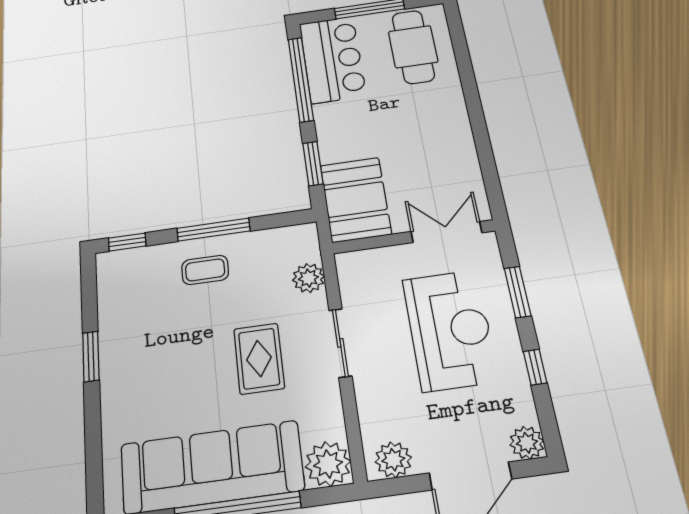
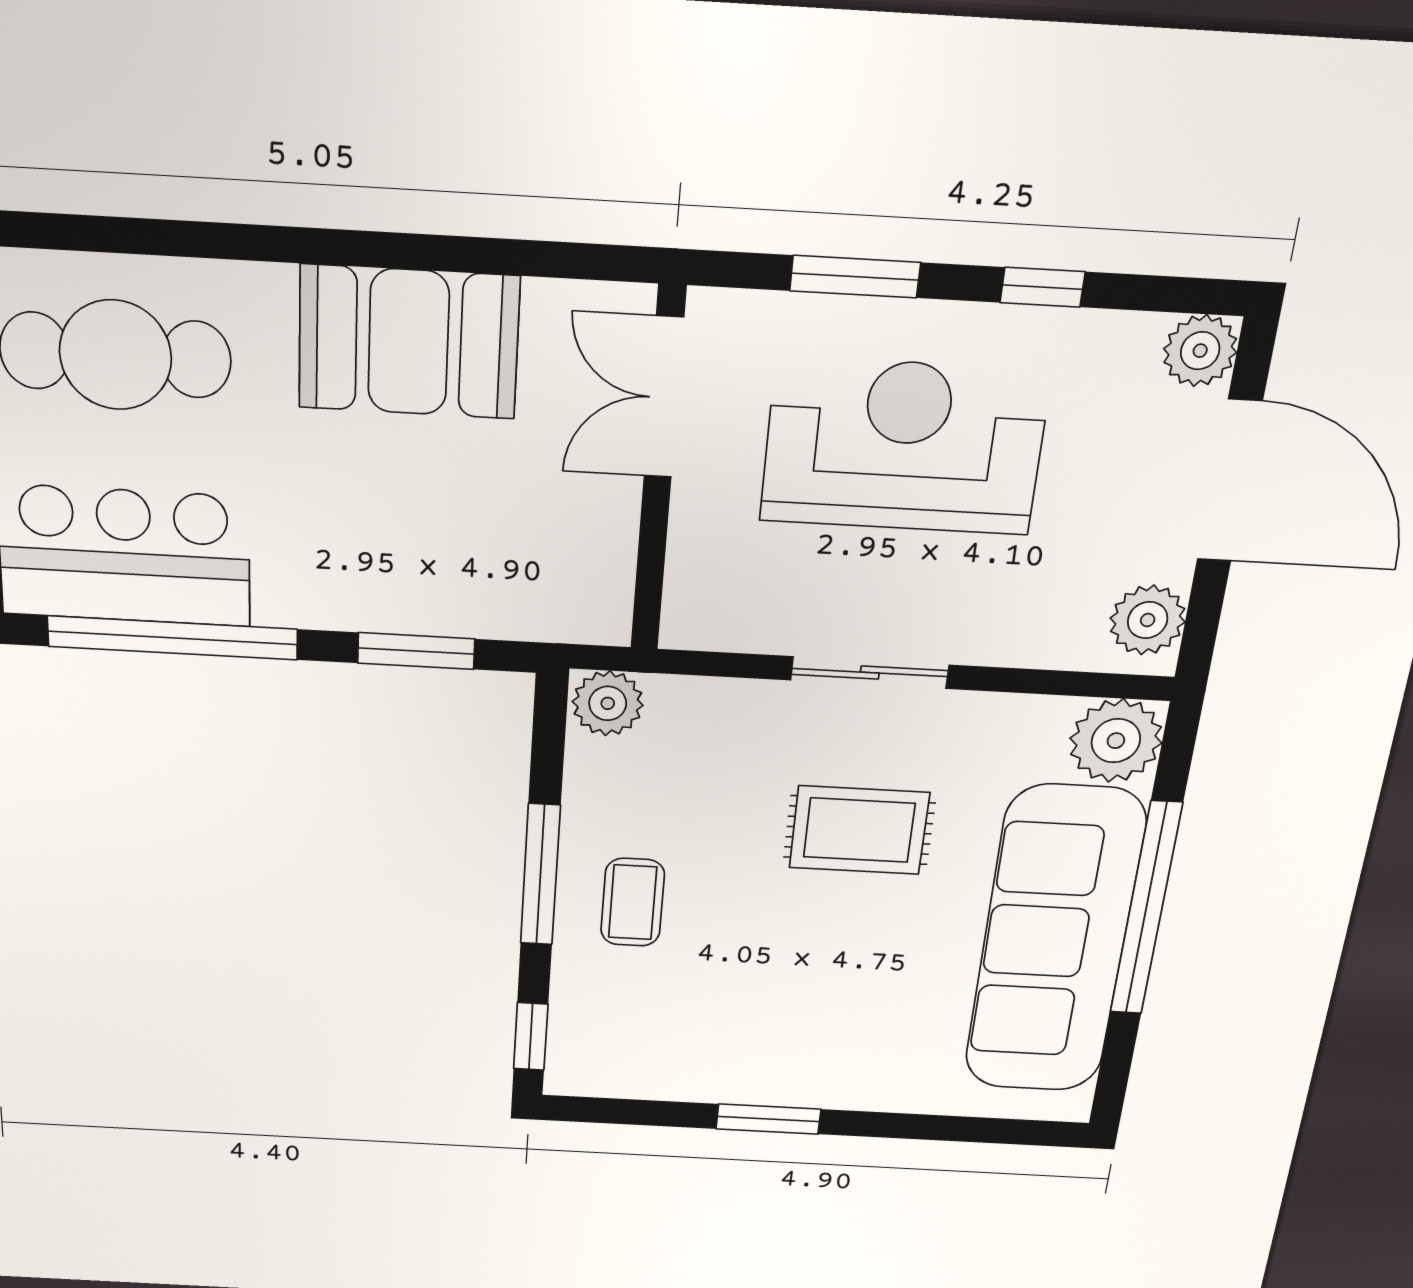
booth: (356, 200) -> (409, 342), moved
plant: (308, 278) -> (608, 703), moved

